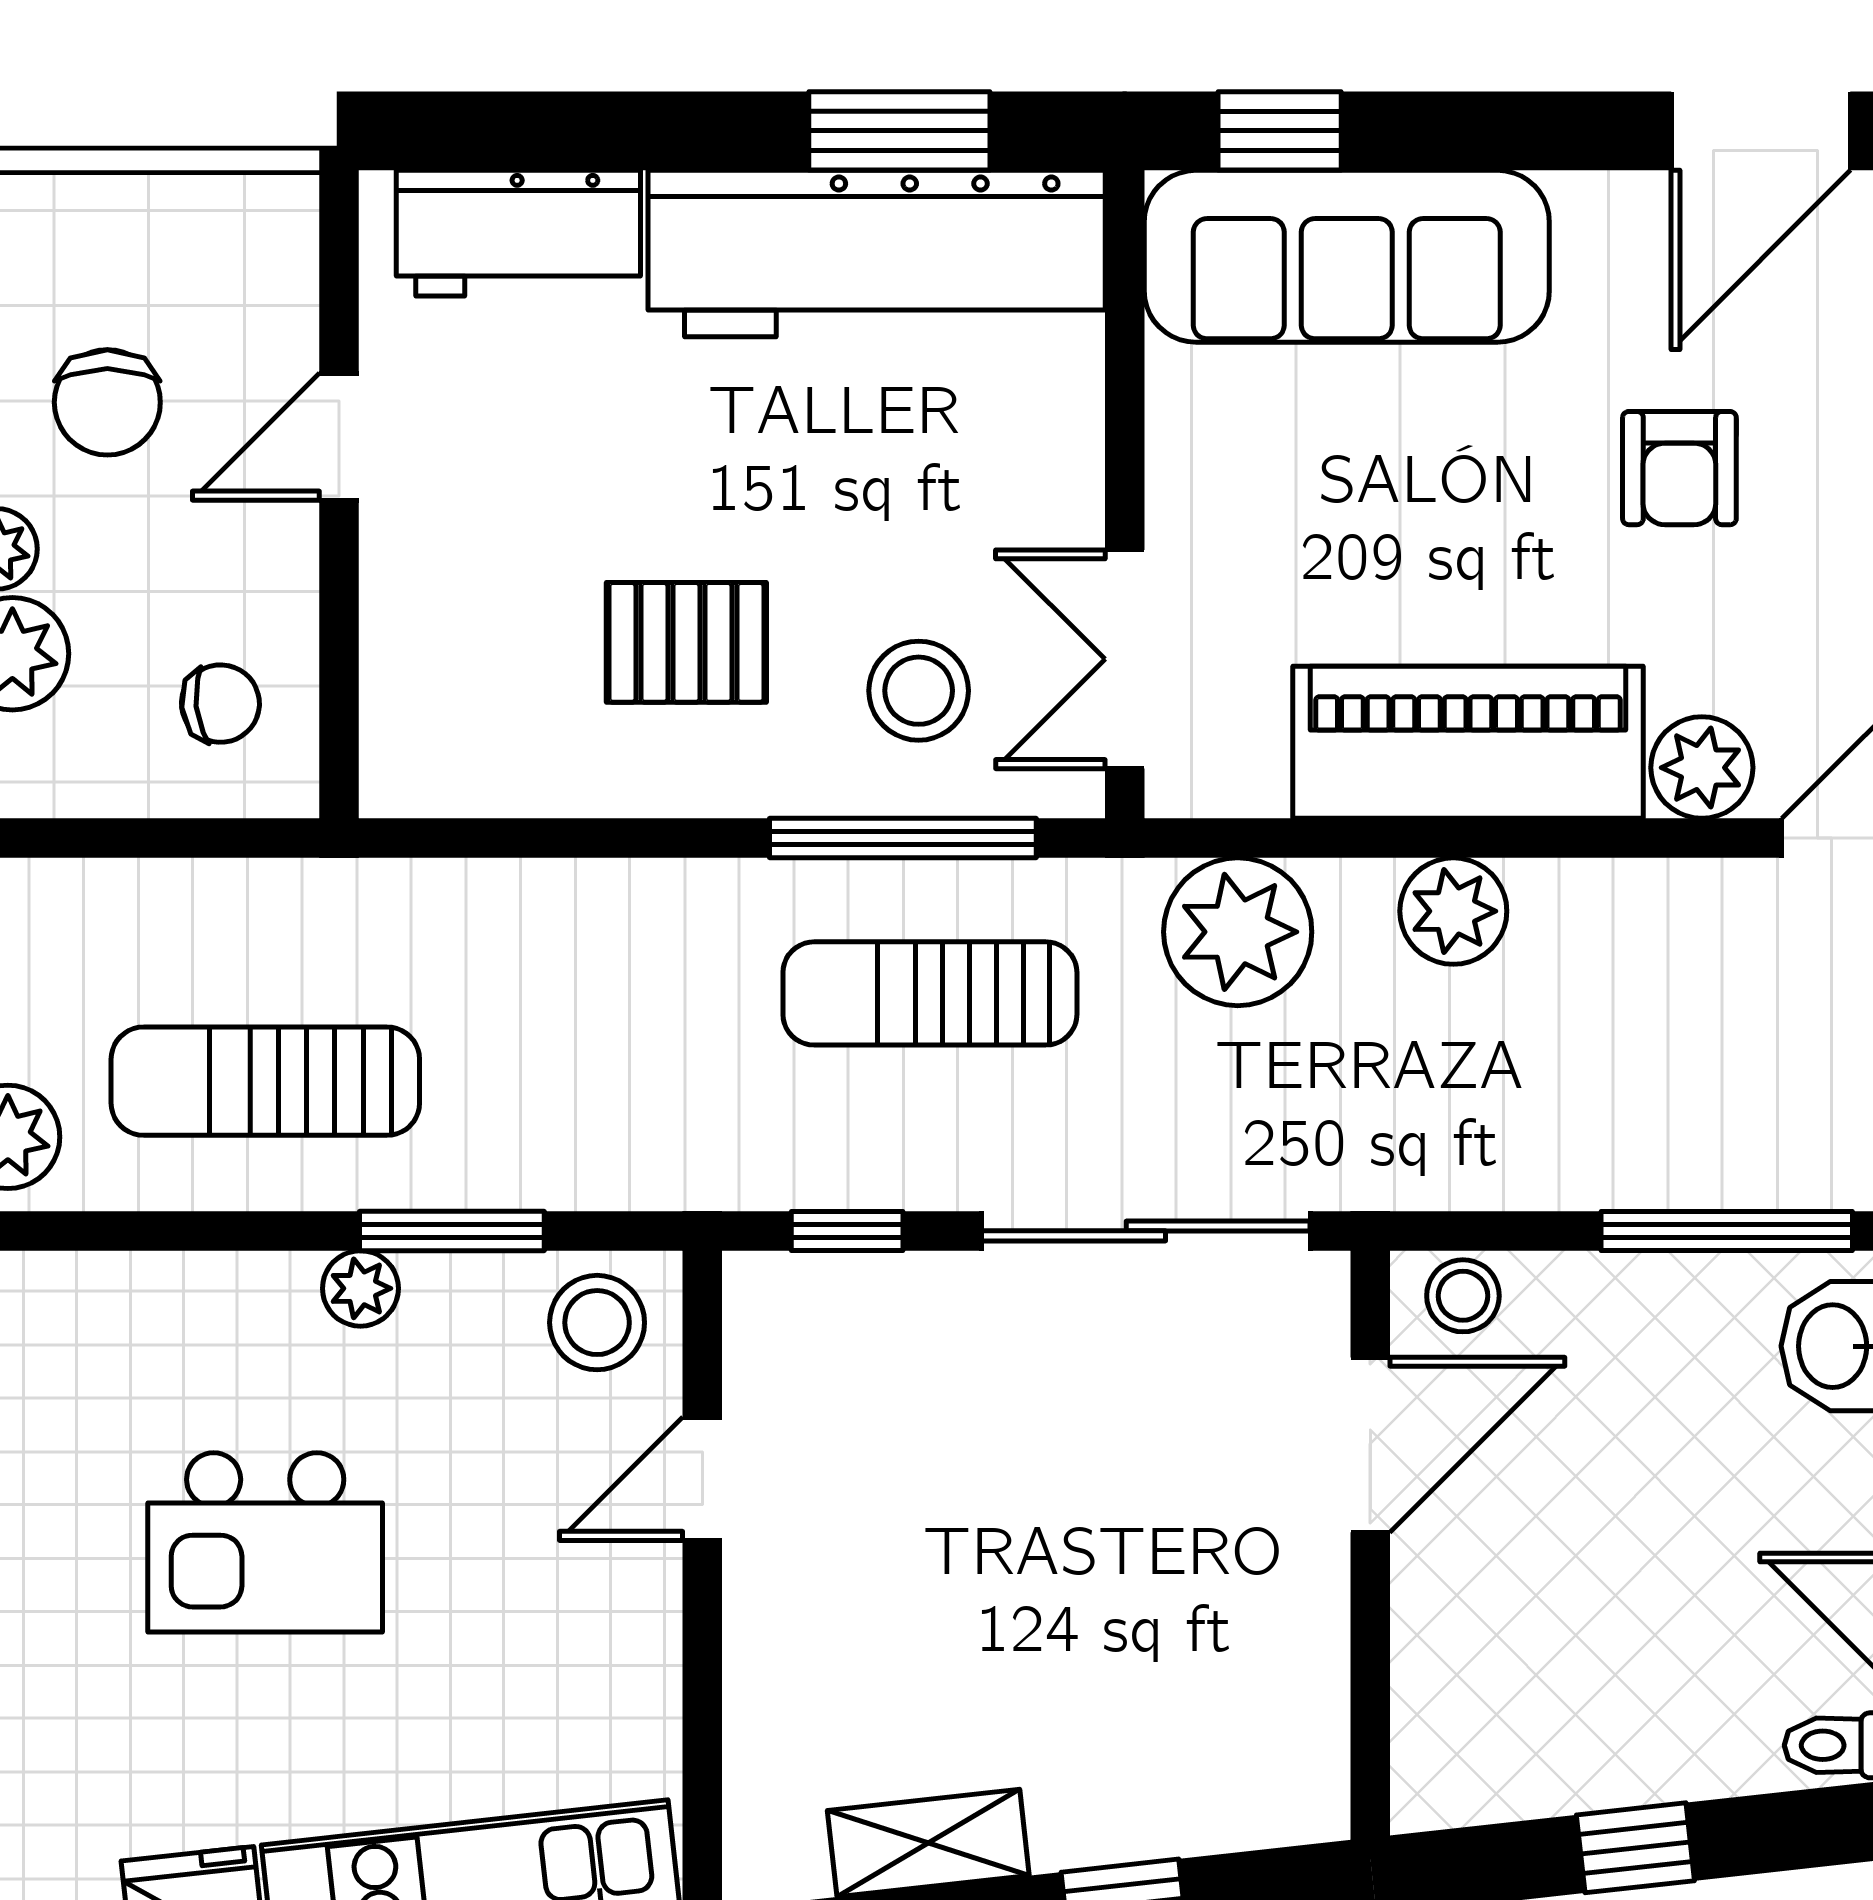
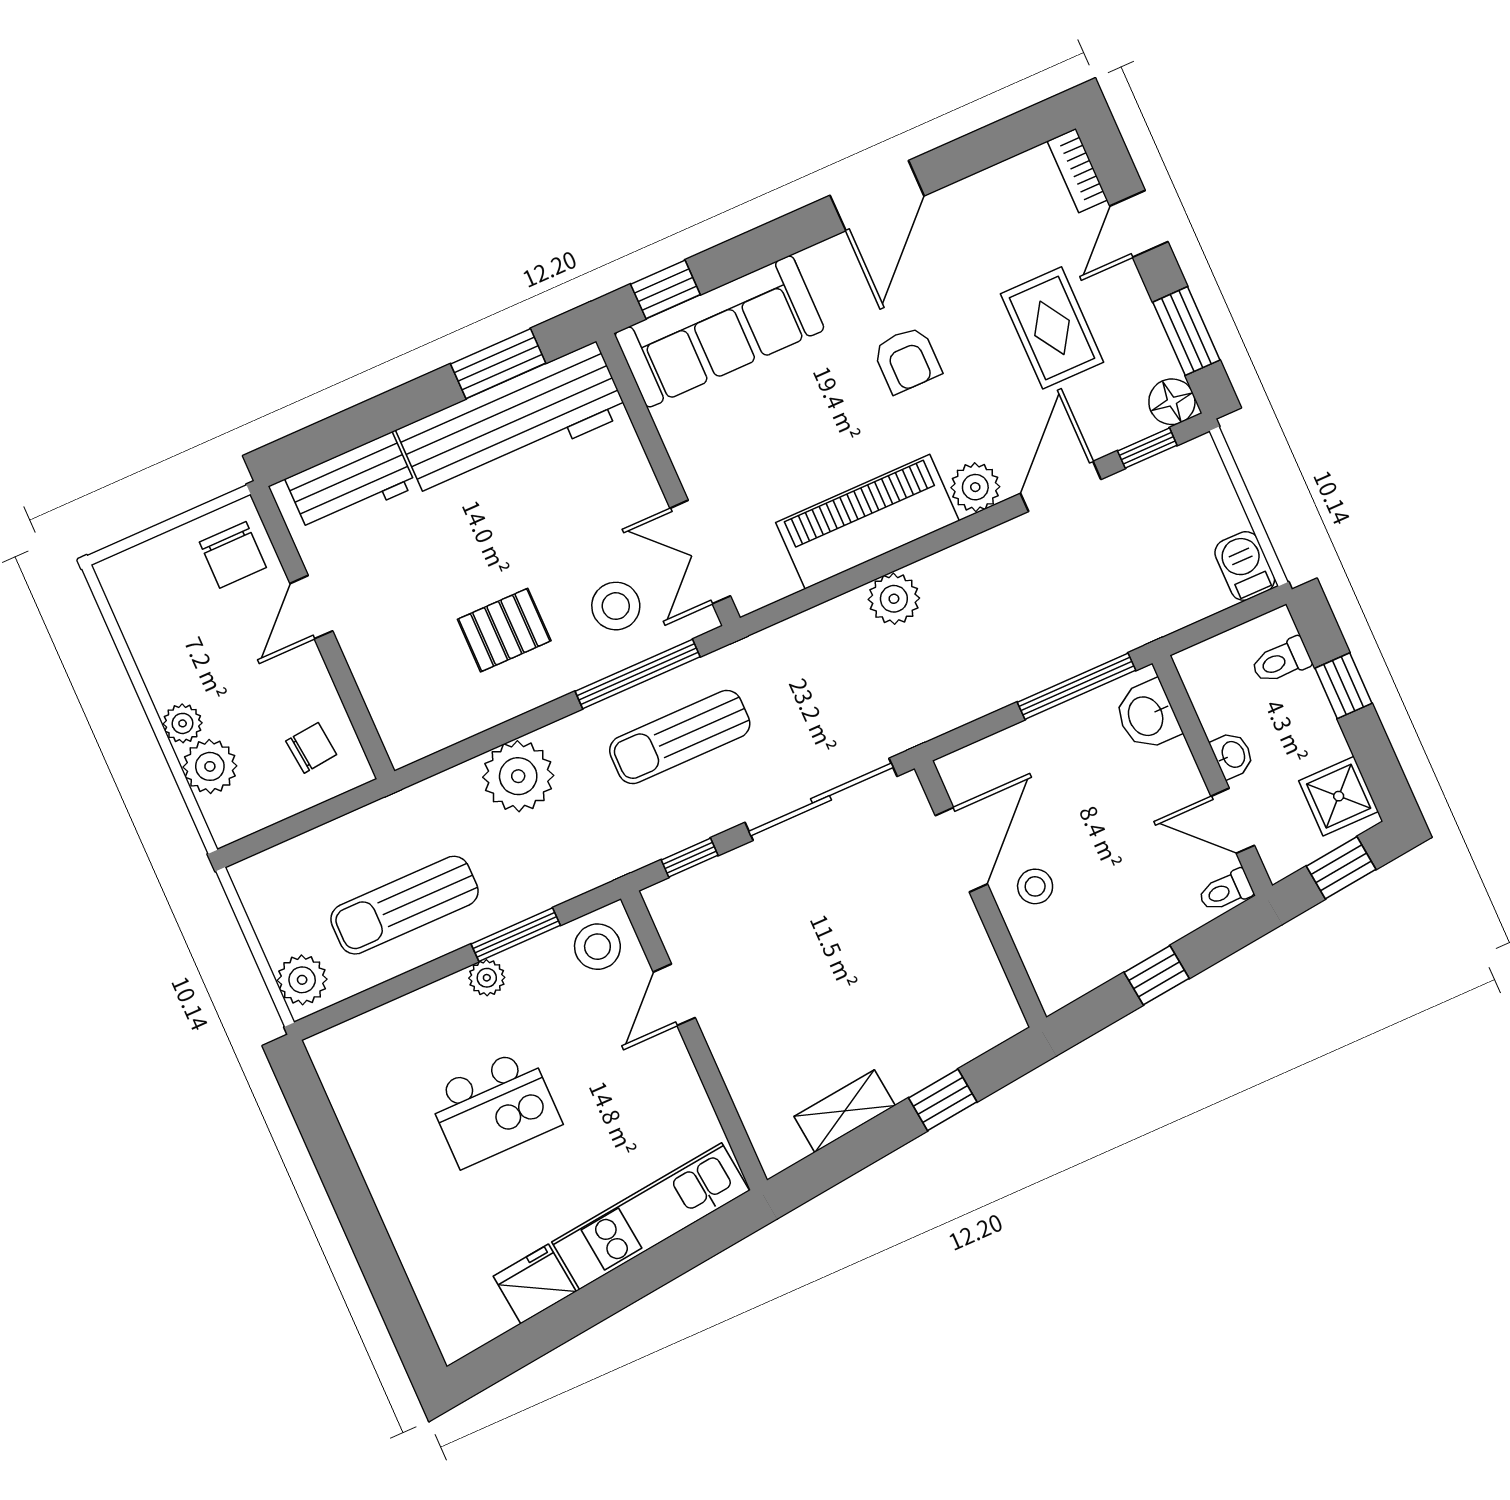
chair: (107, 402) -> (233, 555), moved
plant: (1238, 932) -> (518, 776), moved
stool: (1463, 1296) -> (1035, 886), moved

